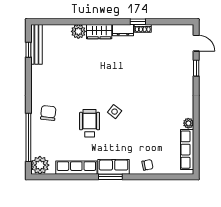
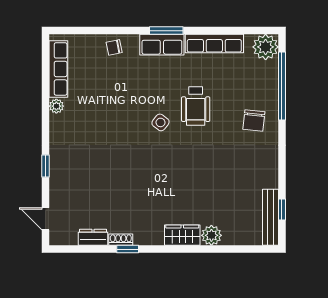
dresser: (123, 30) -> (93, 237), moved
window: (196, 68) -> (46, 166), moved

